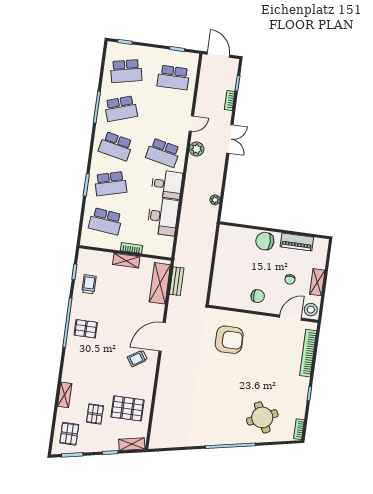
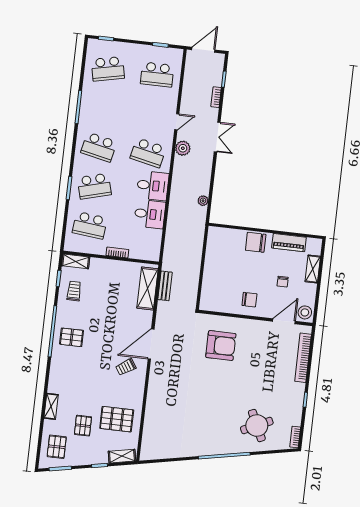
door: (218, 55) -> (203, 50), hinge flipped
school desk: (121, 109) -> (103, 108), removed
desk: (163, 217) -> (150, 214), width x0.73
shelving: (126, 261) -> (76, 261), moved
shelving: (317, 282) -> (313, 269), moved

